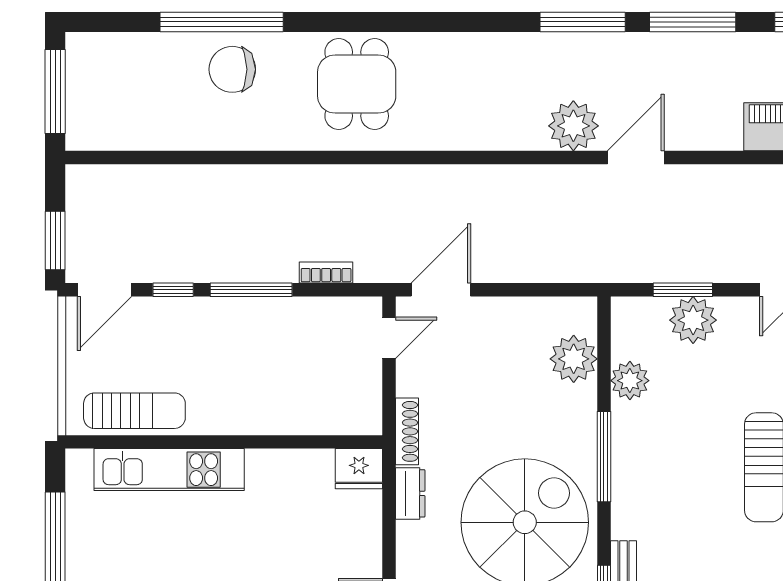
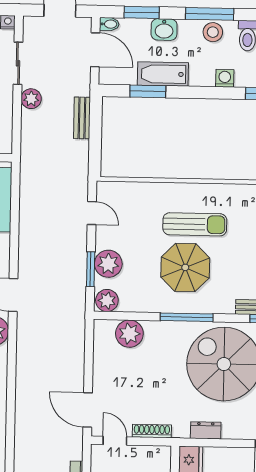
plant: (630, 381) -> (107, 300), moved
shoe rack: (407, 431) -> (152, 431), moved
parasol: (689, 452) -> (185, 267), added

